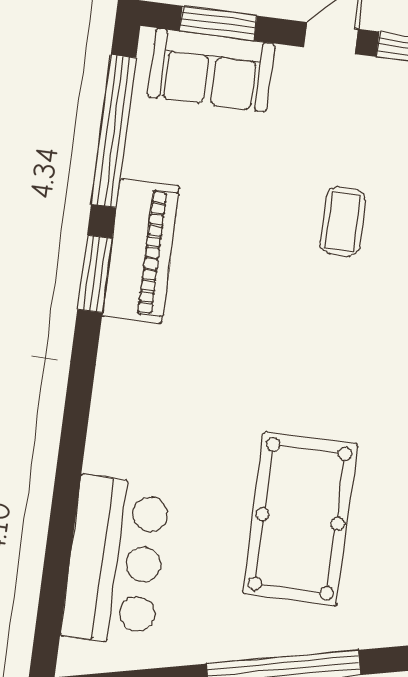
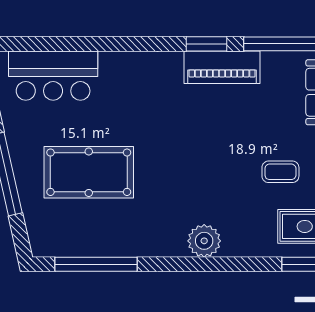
coffee table: (343, 222) -> (280, 172), moved

